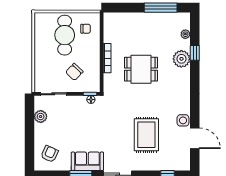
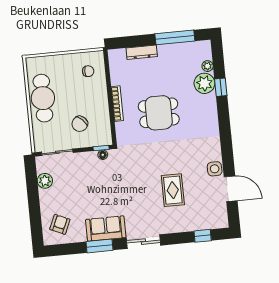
dresser: (132, 17) -> (142, 52), added
cafe table: (65, 35) -> (43, 98), moved
plant: (181, 59) -> (204, 83), moved
rug: (146, 135) -> (173, 190), width x0.73, depth x0.70

